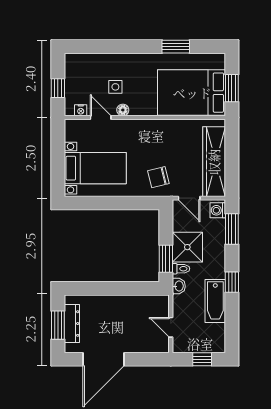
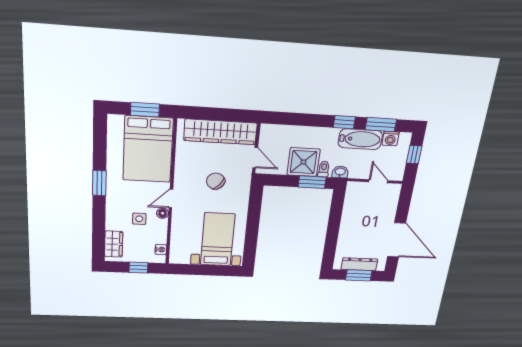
window: (176, 47) -> (99, 183), moved
wardrobe: (85, 62) -> (114, 244), added
door: (101, 118) -> (171, 199), moved
chair: (158, 177) -> (216, 181), moved, turned 145
door: (189, 198) -> (255, 158), hinge flipped
washing machine: (218, 210) -> (390, 139), moved
window: (232, 229) -> (381, 124), moved
door: (171, 327) -> (378, 181), swing flipped

